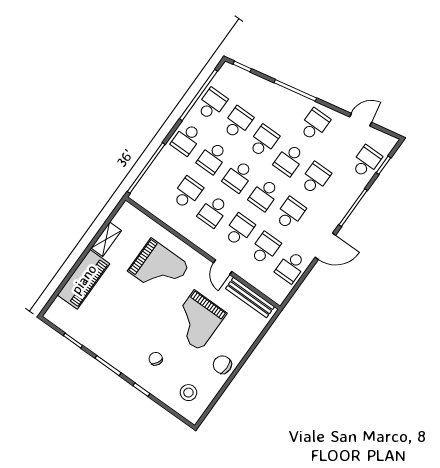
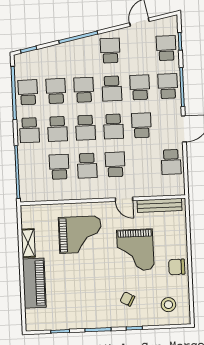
school desk: (265, 248) -> (168, 86), moved

